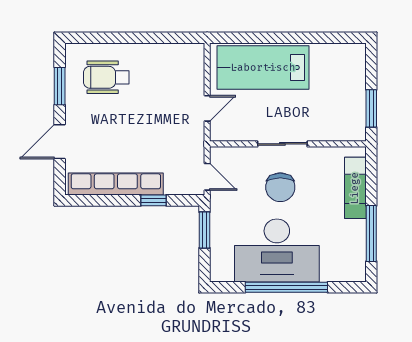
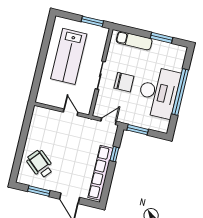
lab bench: (263, 68) -> (69, 56), moved
wheelchair: (106, 77) -> (40, 164), turned 131
window: (371, 233) -> (162, 38), width x0.69

